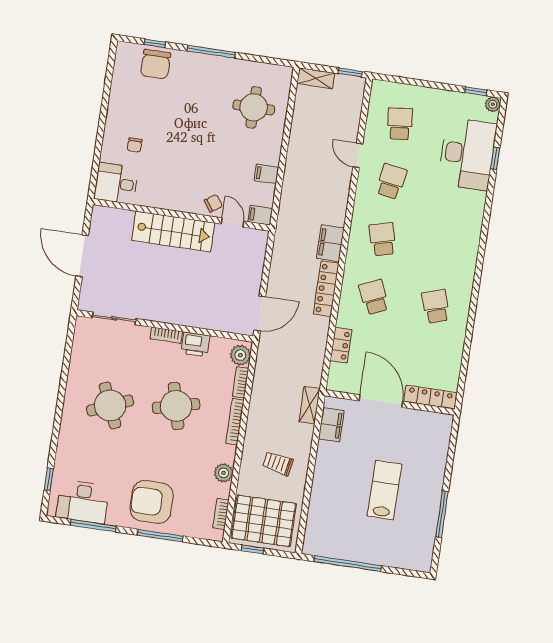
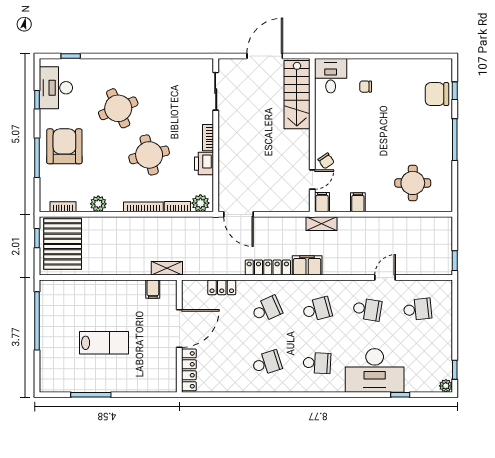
shelving: (316, 78) -> (322, 224), moved, turned 90
desk: (467, 154) -> (375, 370), moved
stairs: (173, 232) -> (297, 95), moved
school desk: (444, 249) -> (317, 363), added
round table: (110, 406) -> (118, 108), moved
filing cabinet: (331, 425) -> (153, 289), width x0.50
trolley: (278, 463) -> (113, 249), removed
window: (93, 526) -> (37, 100), width x0.46

